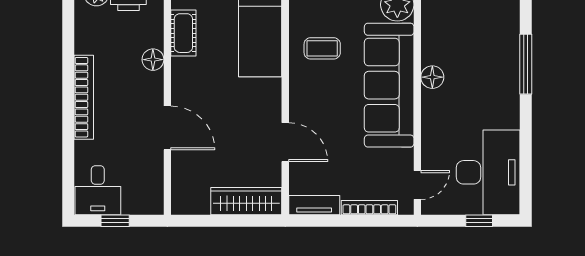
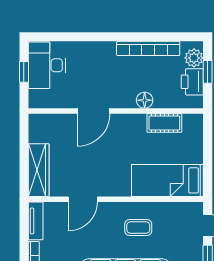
coffee table: (322, 48) -> (138, 227), moved, turned 90
bookcase: (84, 97) -> (148, 48), moved
desk: (98, 190) -> (47, 65), width x1.37

